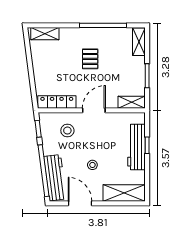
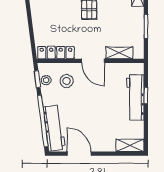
shelving: (132, 102) -> (119, 53), moved
door: (94, 110) -> (93, 61), swing flipped
stool: (92, 165) -> (46, 80), moved
shelving: (124, 193) -> (130, 145), width x0.67, depth x0.75

